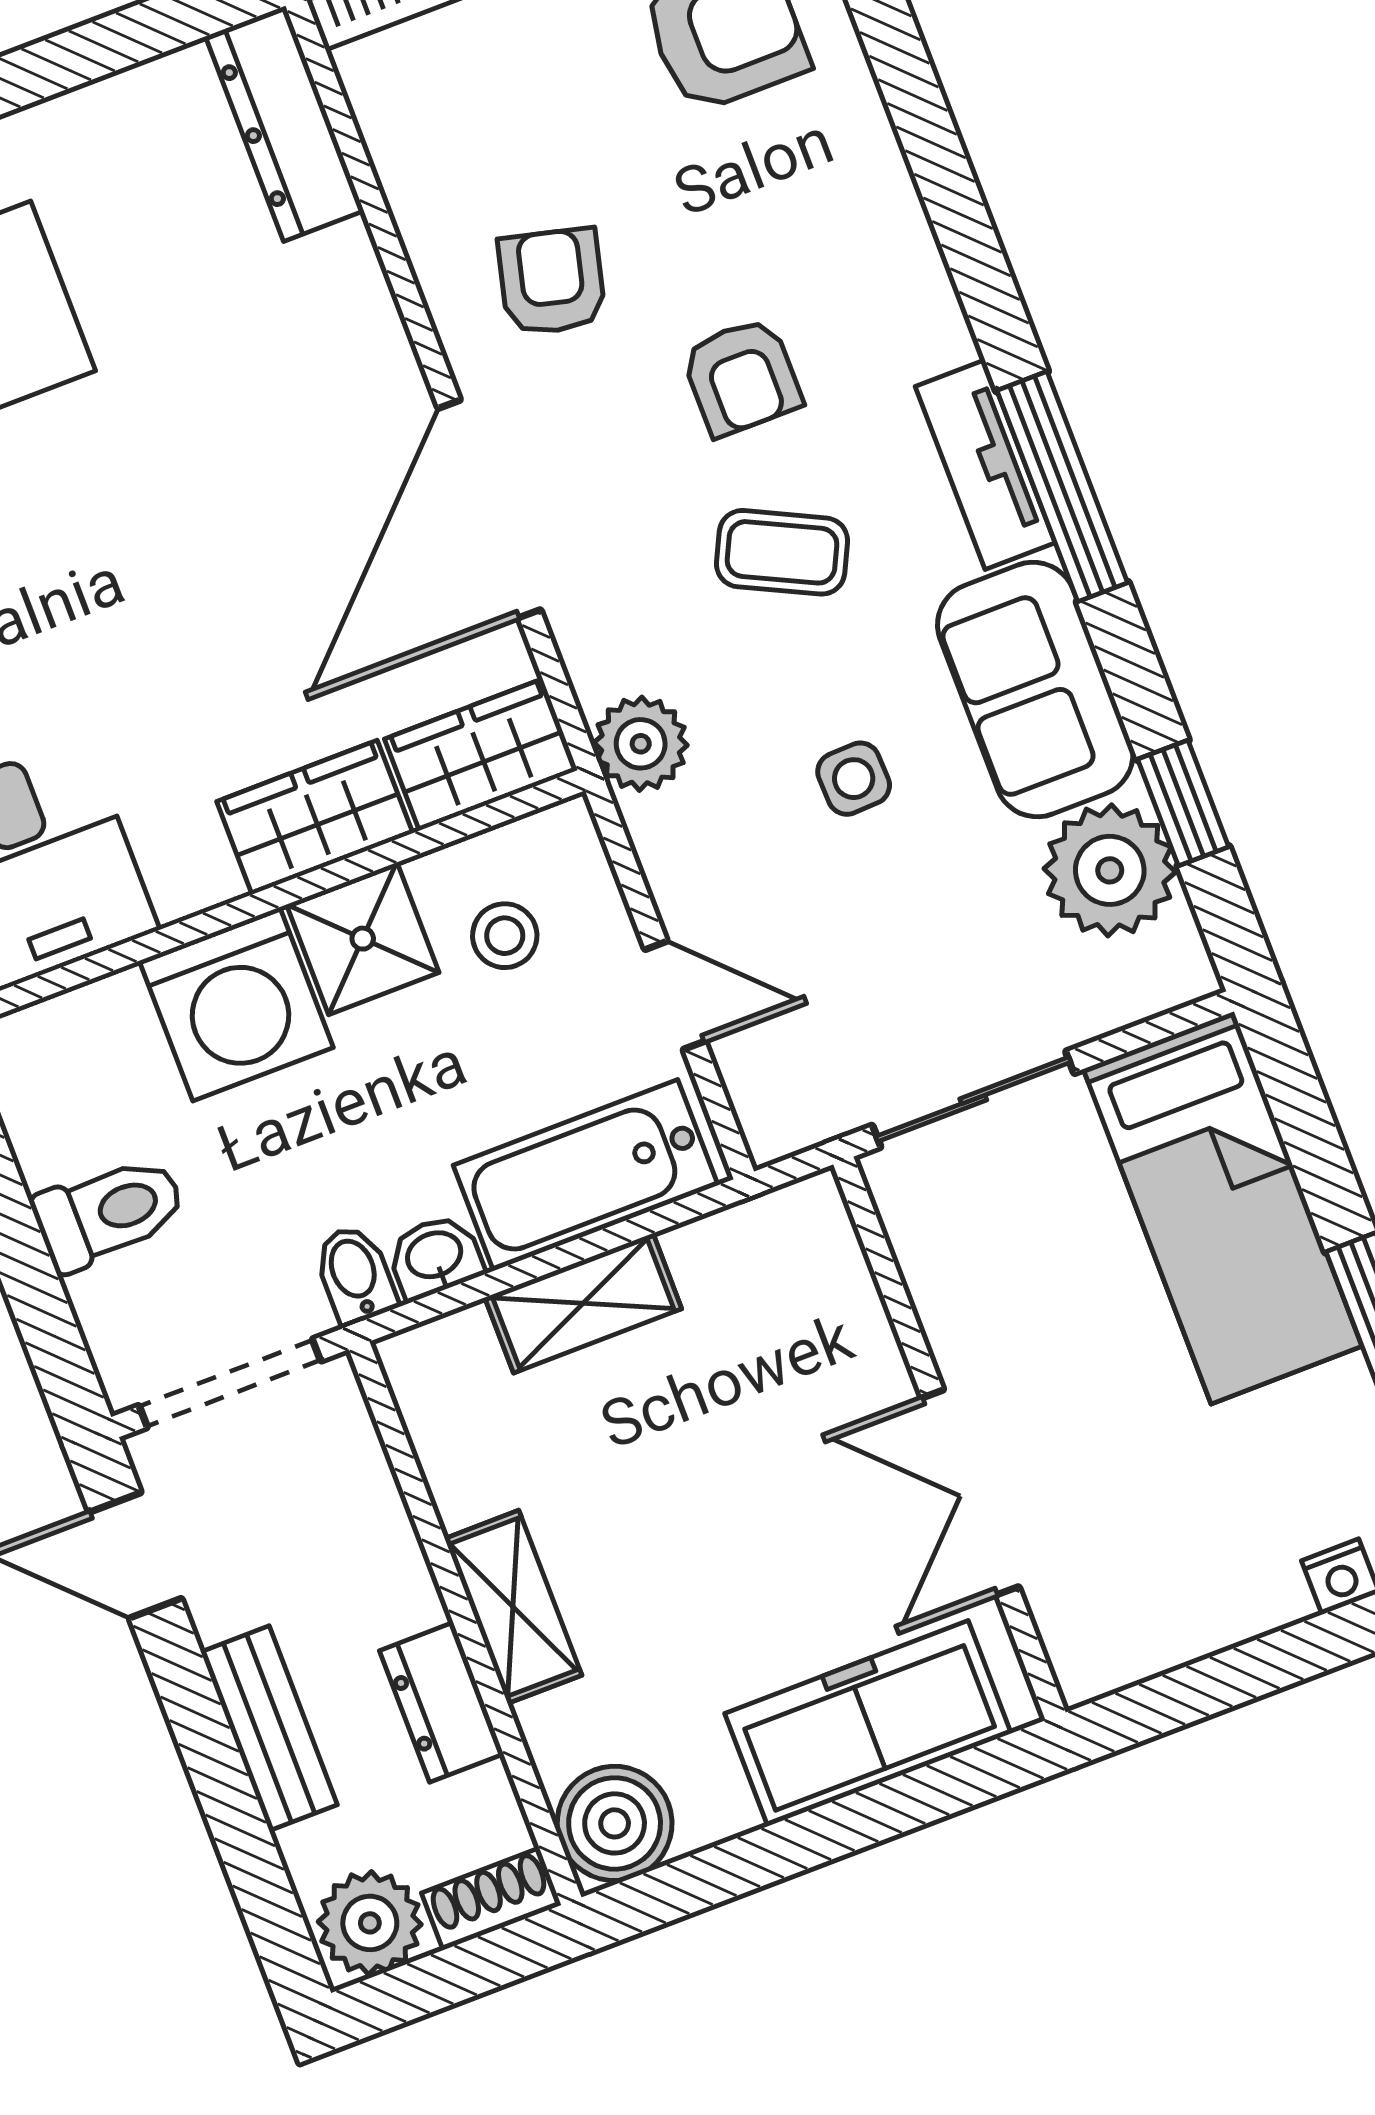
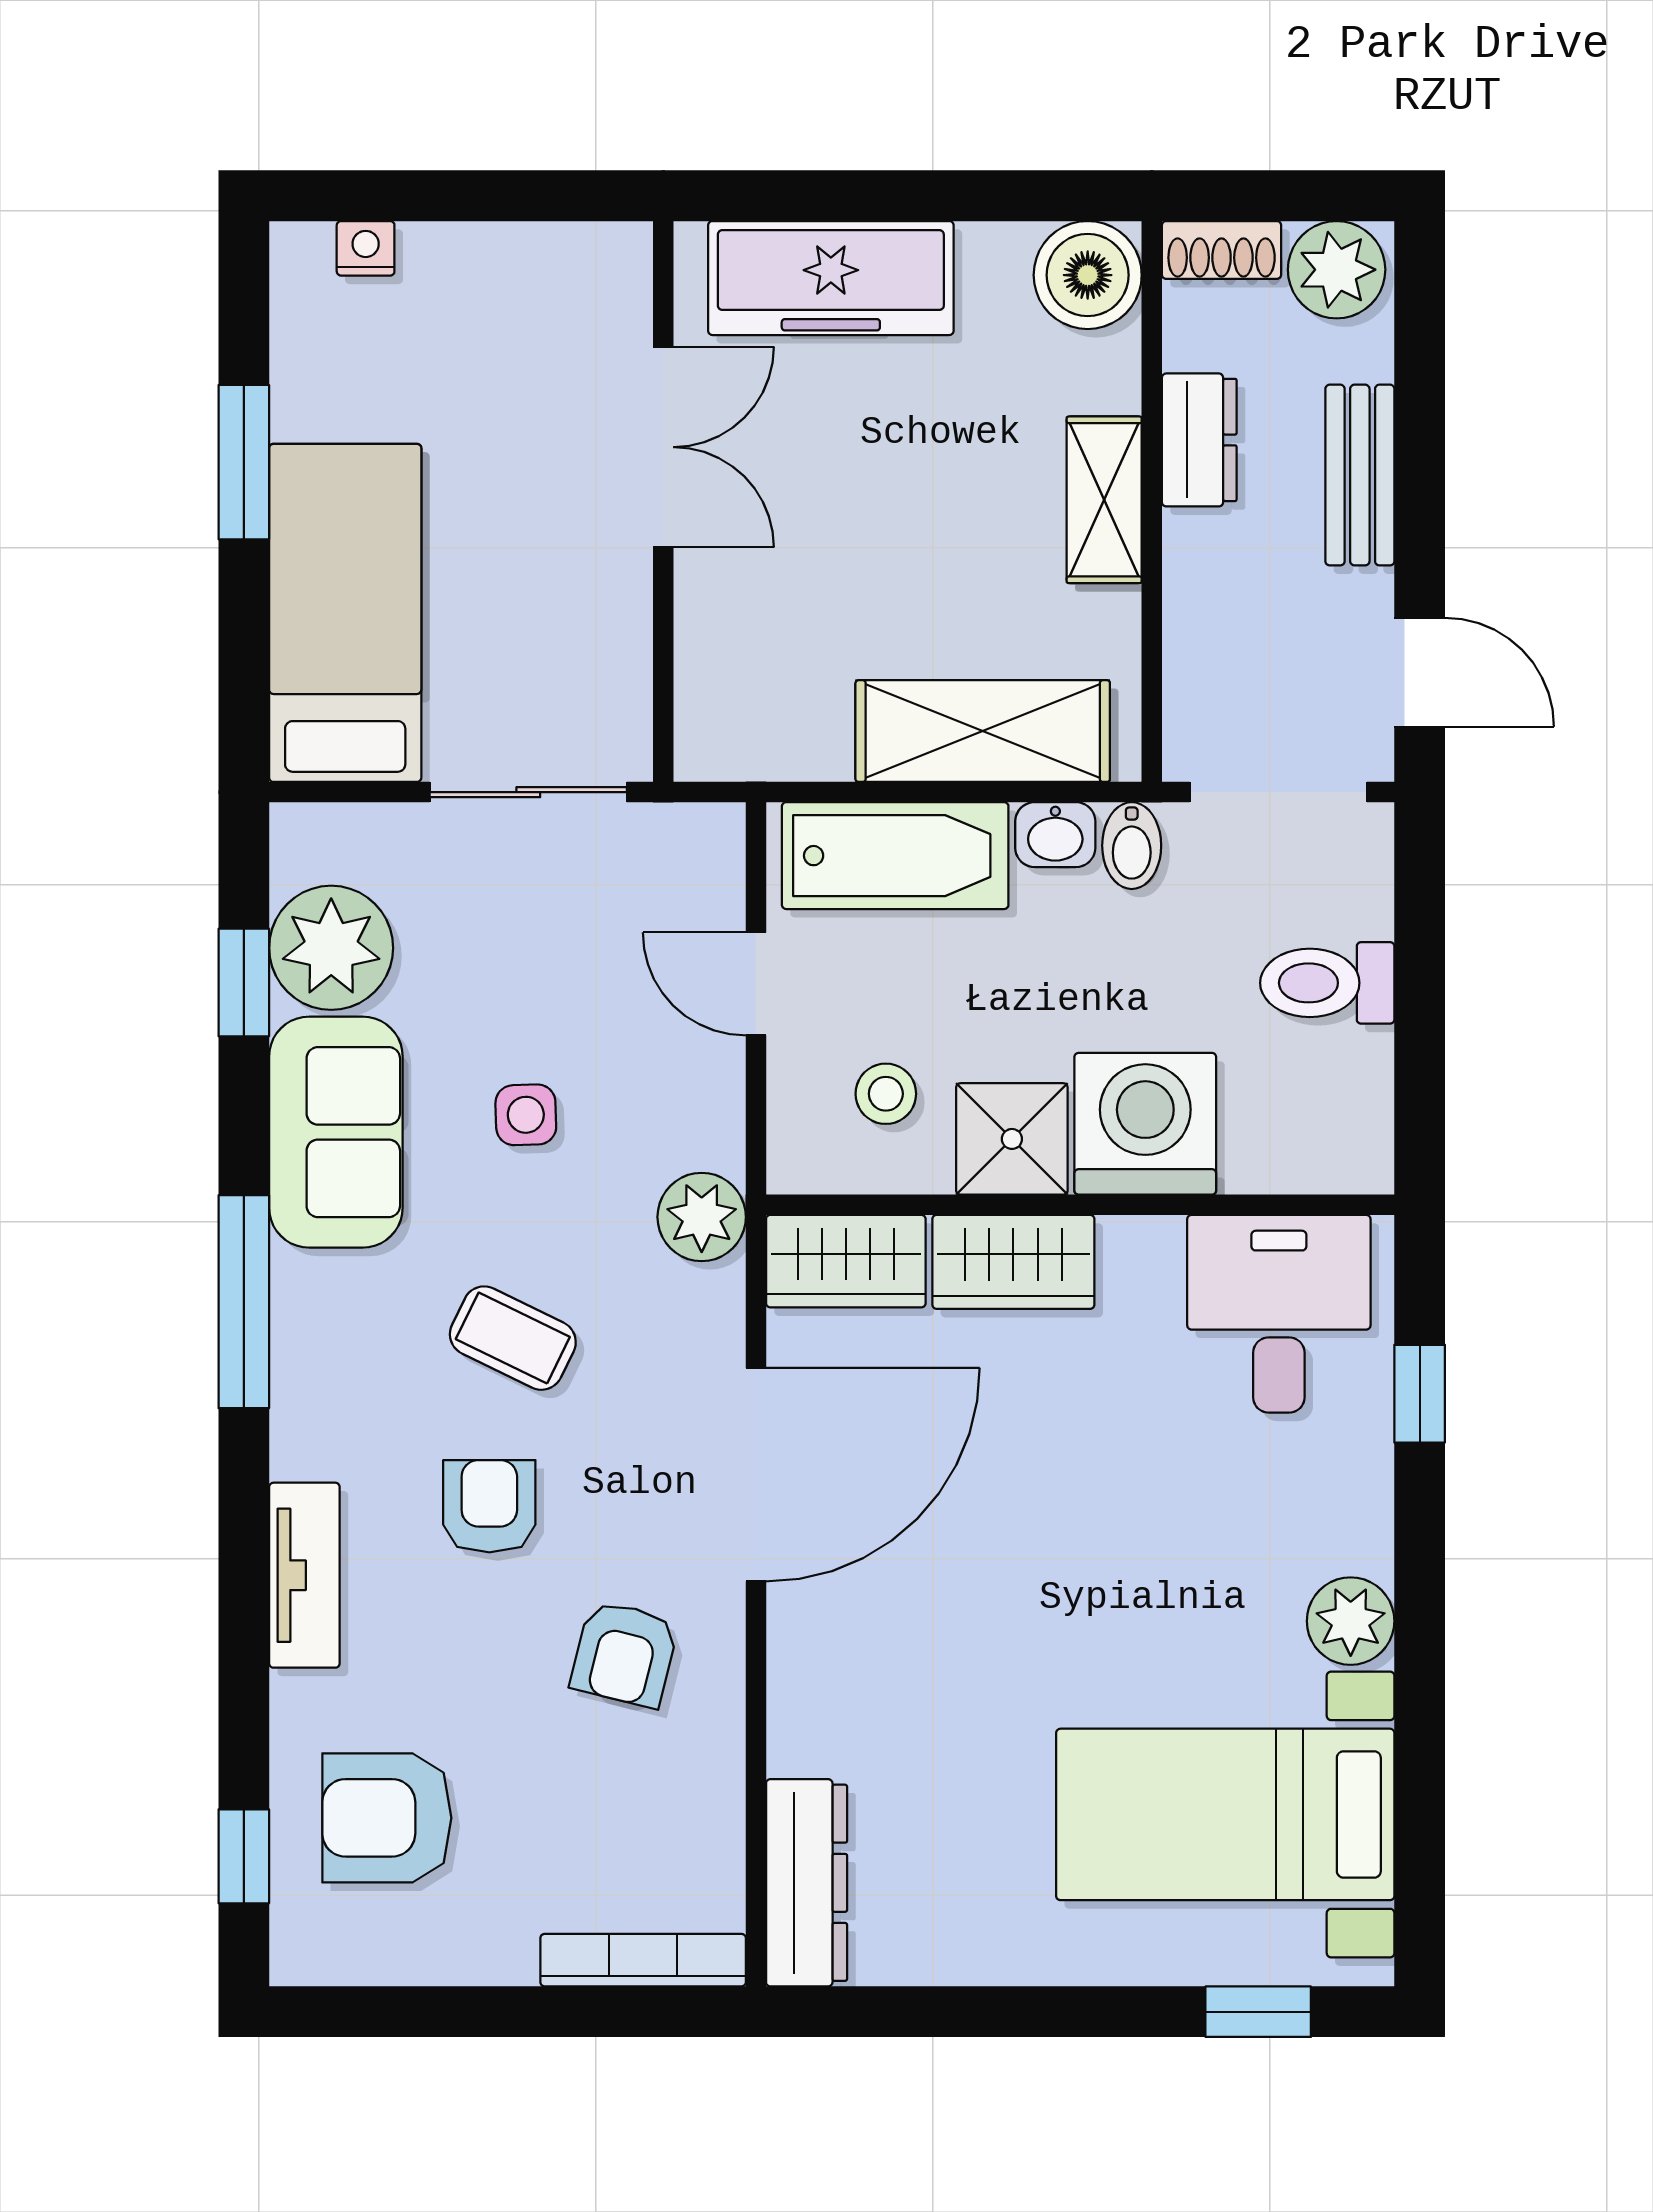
tv unit: (985, 465) -> (304, 1575), moved
shelving: (583, 1303) -> (983, 731), width x1.50, depth x1.33

